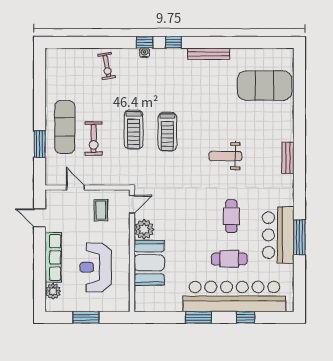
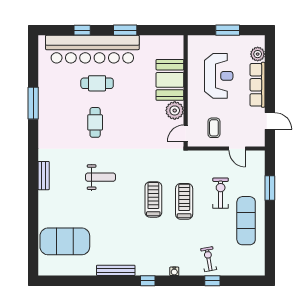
window: (145, 42) -> (212, 281), moved
exercise mat: (65, 127) -> (246, 221), moved
bar counter: (278, 235) -> (52, 105), removed

